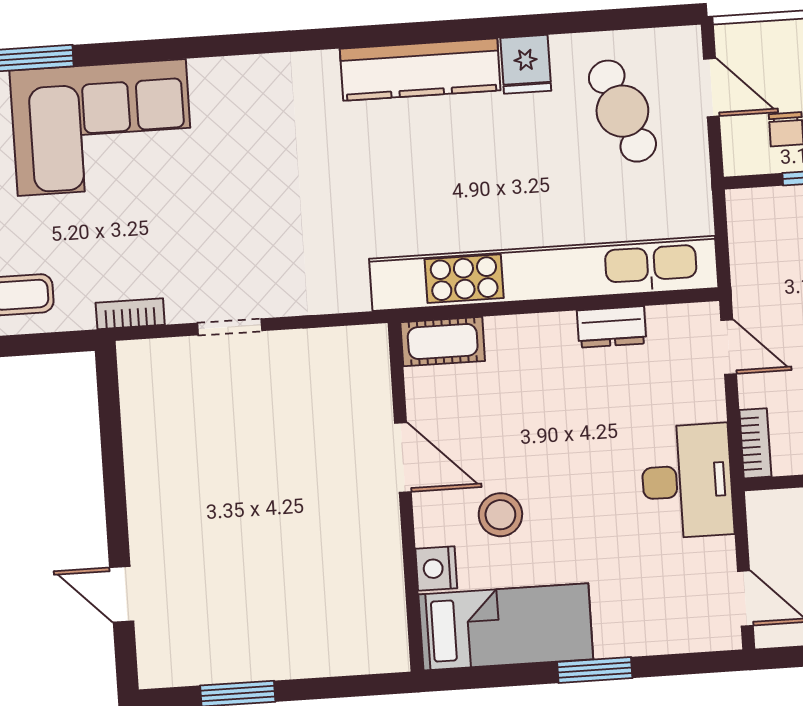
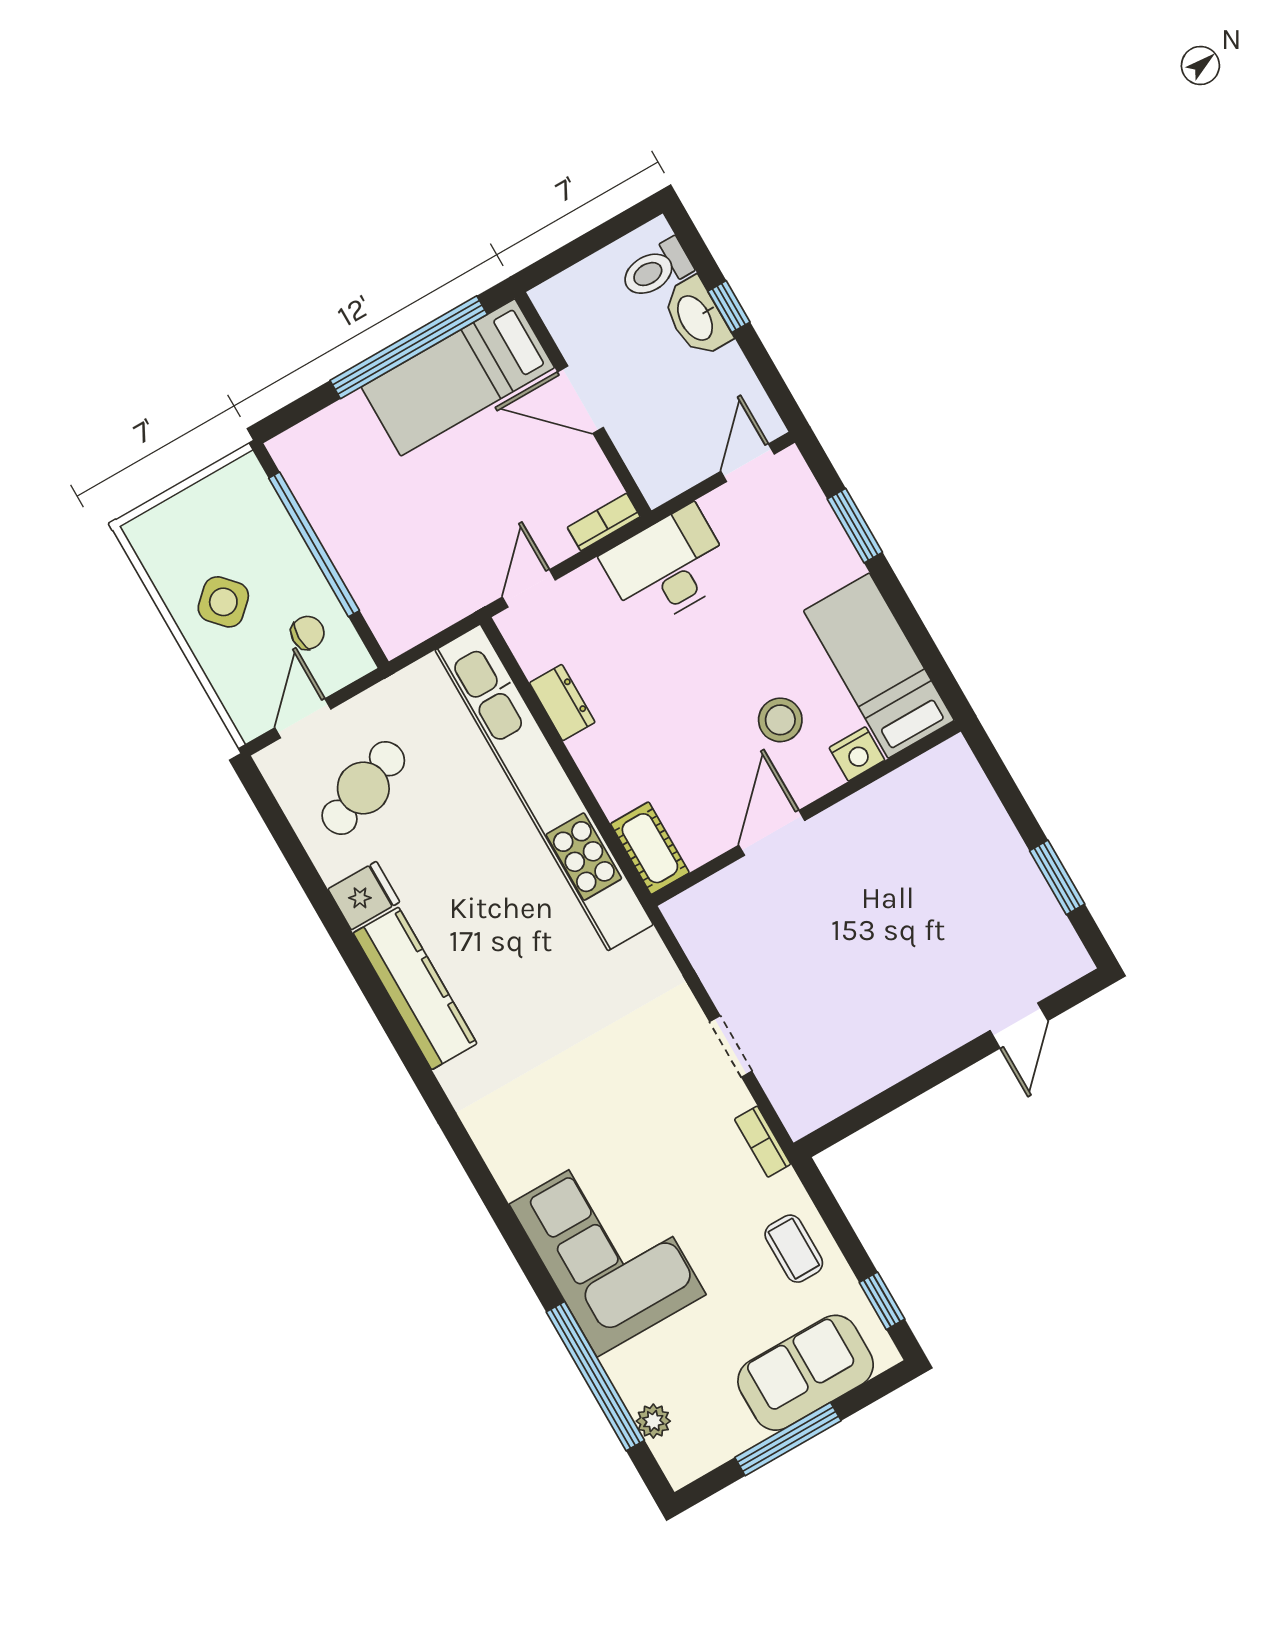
window: (595, 670) -> (855, 526), moved

